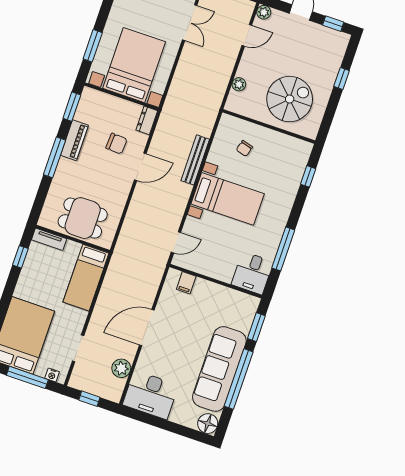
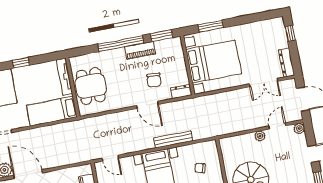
door: (247, 35) -> (277, 126), swing flipped
plant: (239, 84) -> (260, 136), moved
window: (54, 157) -> (121, 44), width x1.46
tv unit: (49, 239) -> (64, 77), width x1.41
window: (20, 257) -> (21, 63), moved
door: (147, 328) -> (28, 174), moved

